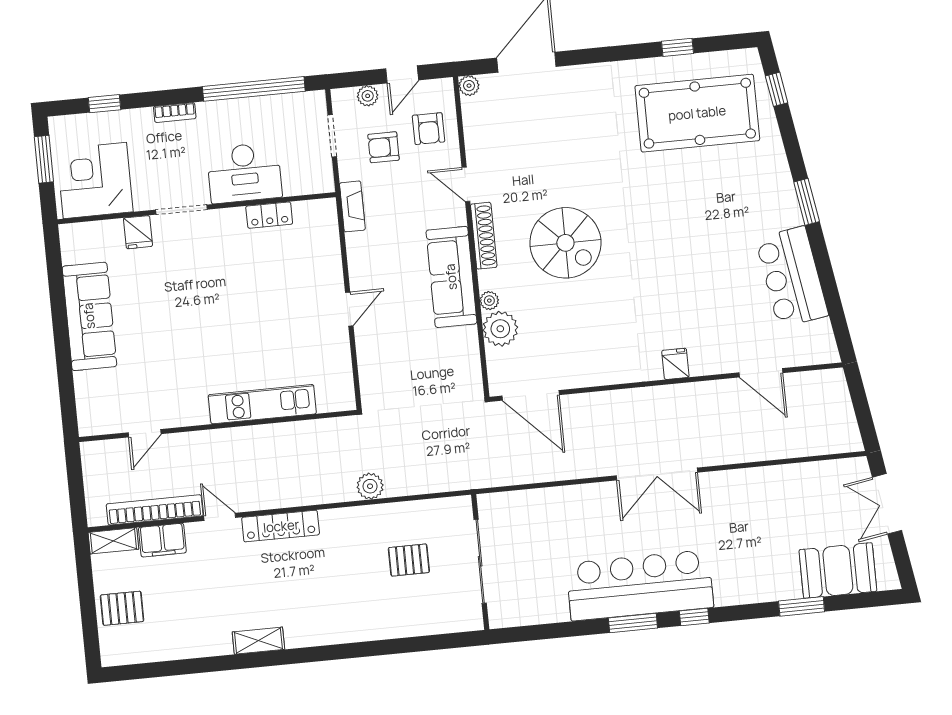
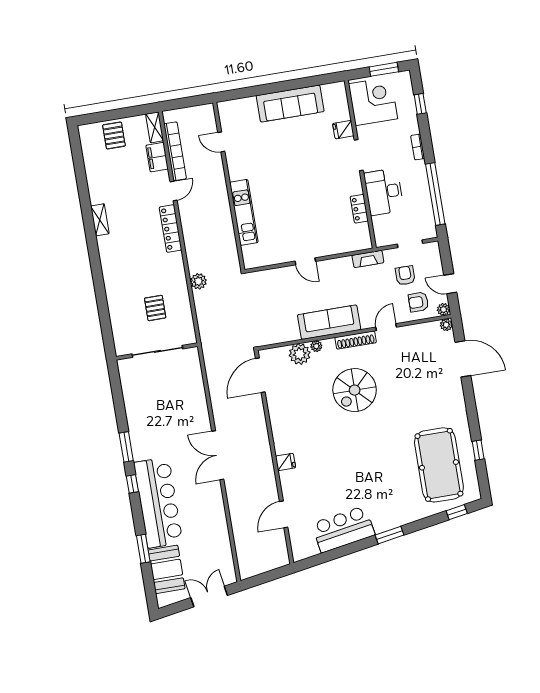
plant: (368, 96) -> (443, 309), moved
bar counter: (640, 585) -> (158, 503), moved

